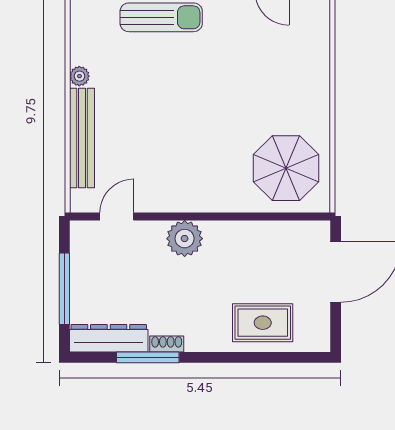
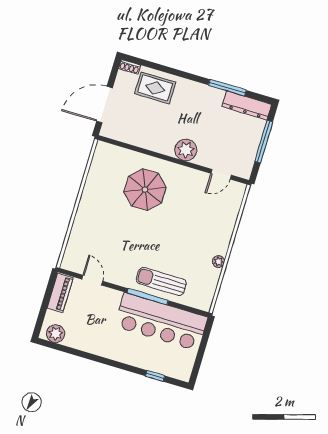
bench: (82, 138) -> (228, 225), removed
parasol: (286, 168) -> (145, 190), moved
shoe rack: (167, 344) -> (130, 67), moved

